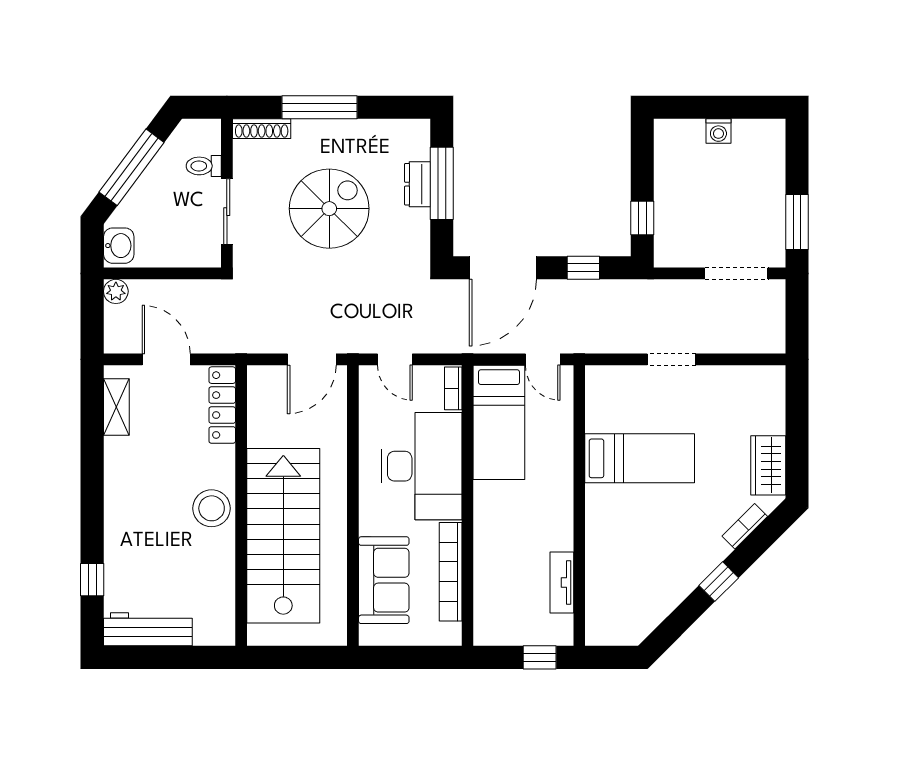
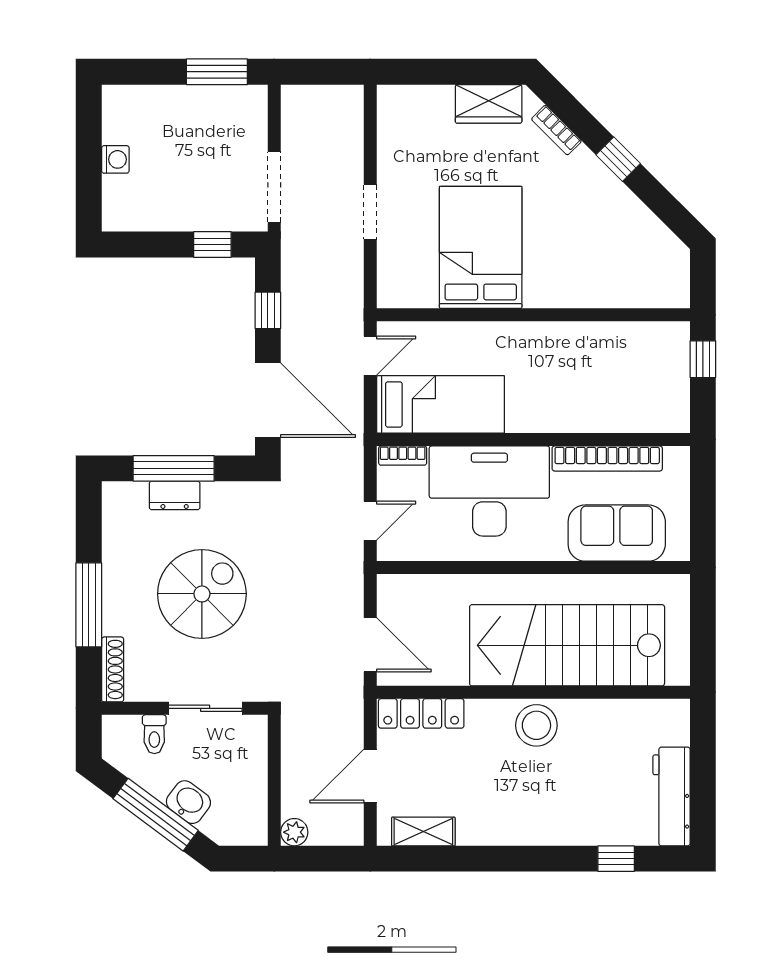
spiral stairs: (329, 209) -> (202, 594), turned 90
washbasin: (119, 246) -> (188, 802), moved, turned 37
doorway: (736, 273) -> (274, 187), moved
door: (312, 359) -> (370, 645), moved
bed: (640, 458) -> (481, 247), width x1.50
tv unit: (562, 582) -> (619, 334), removed

